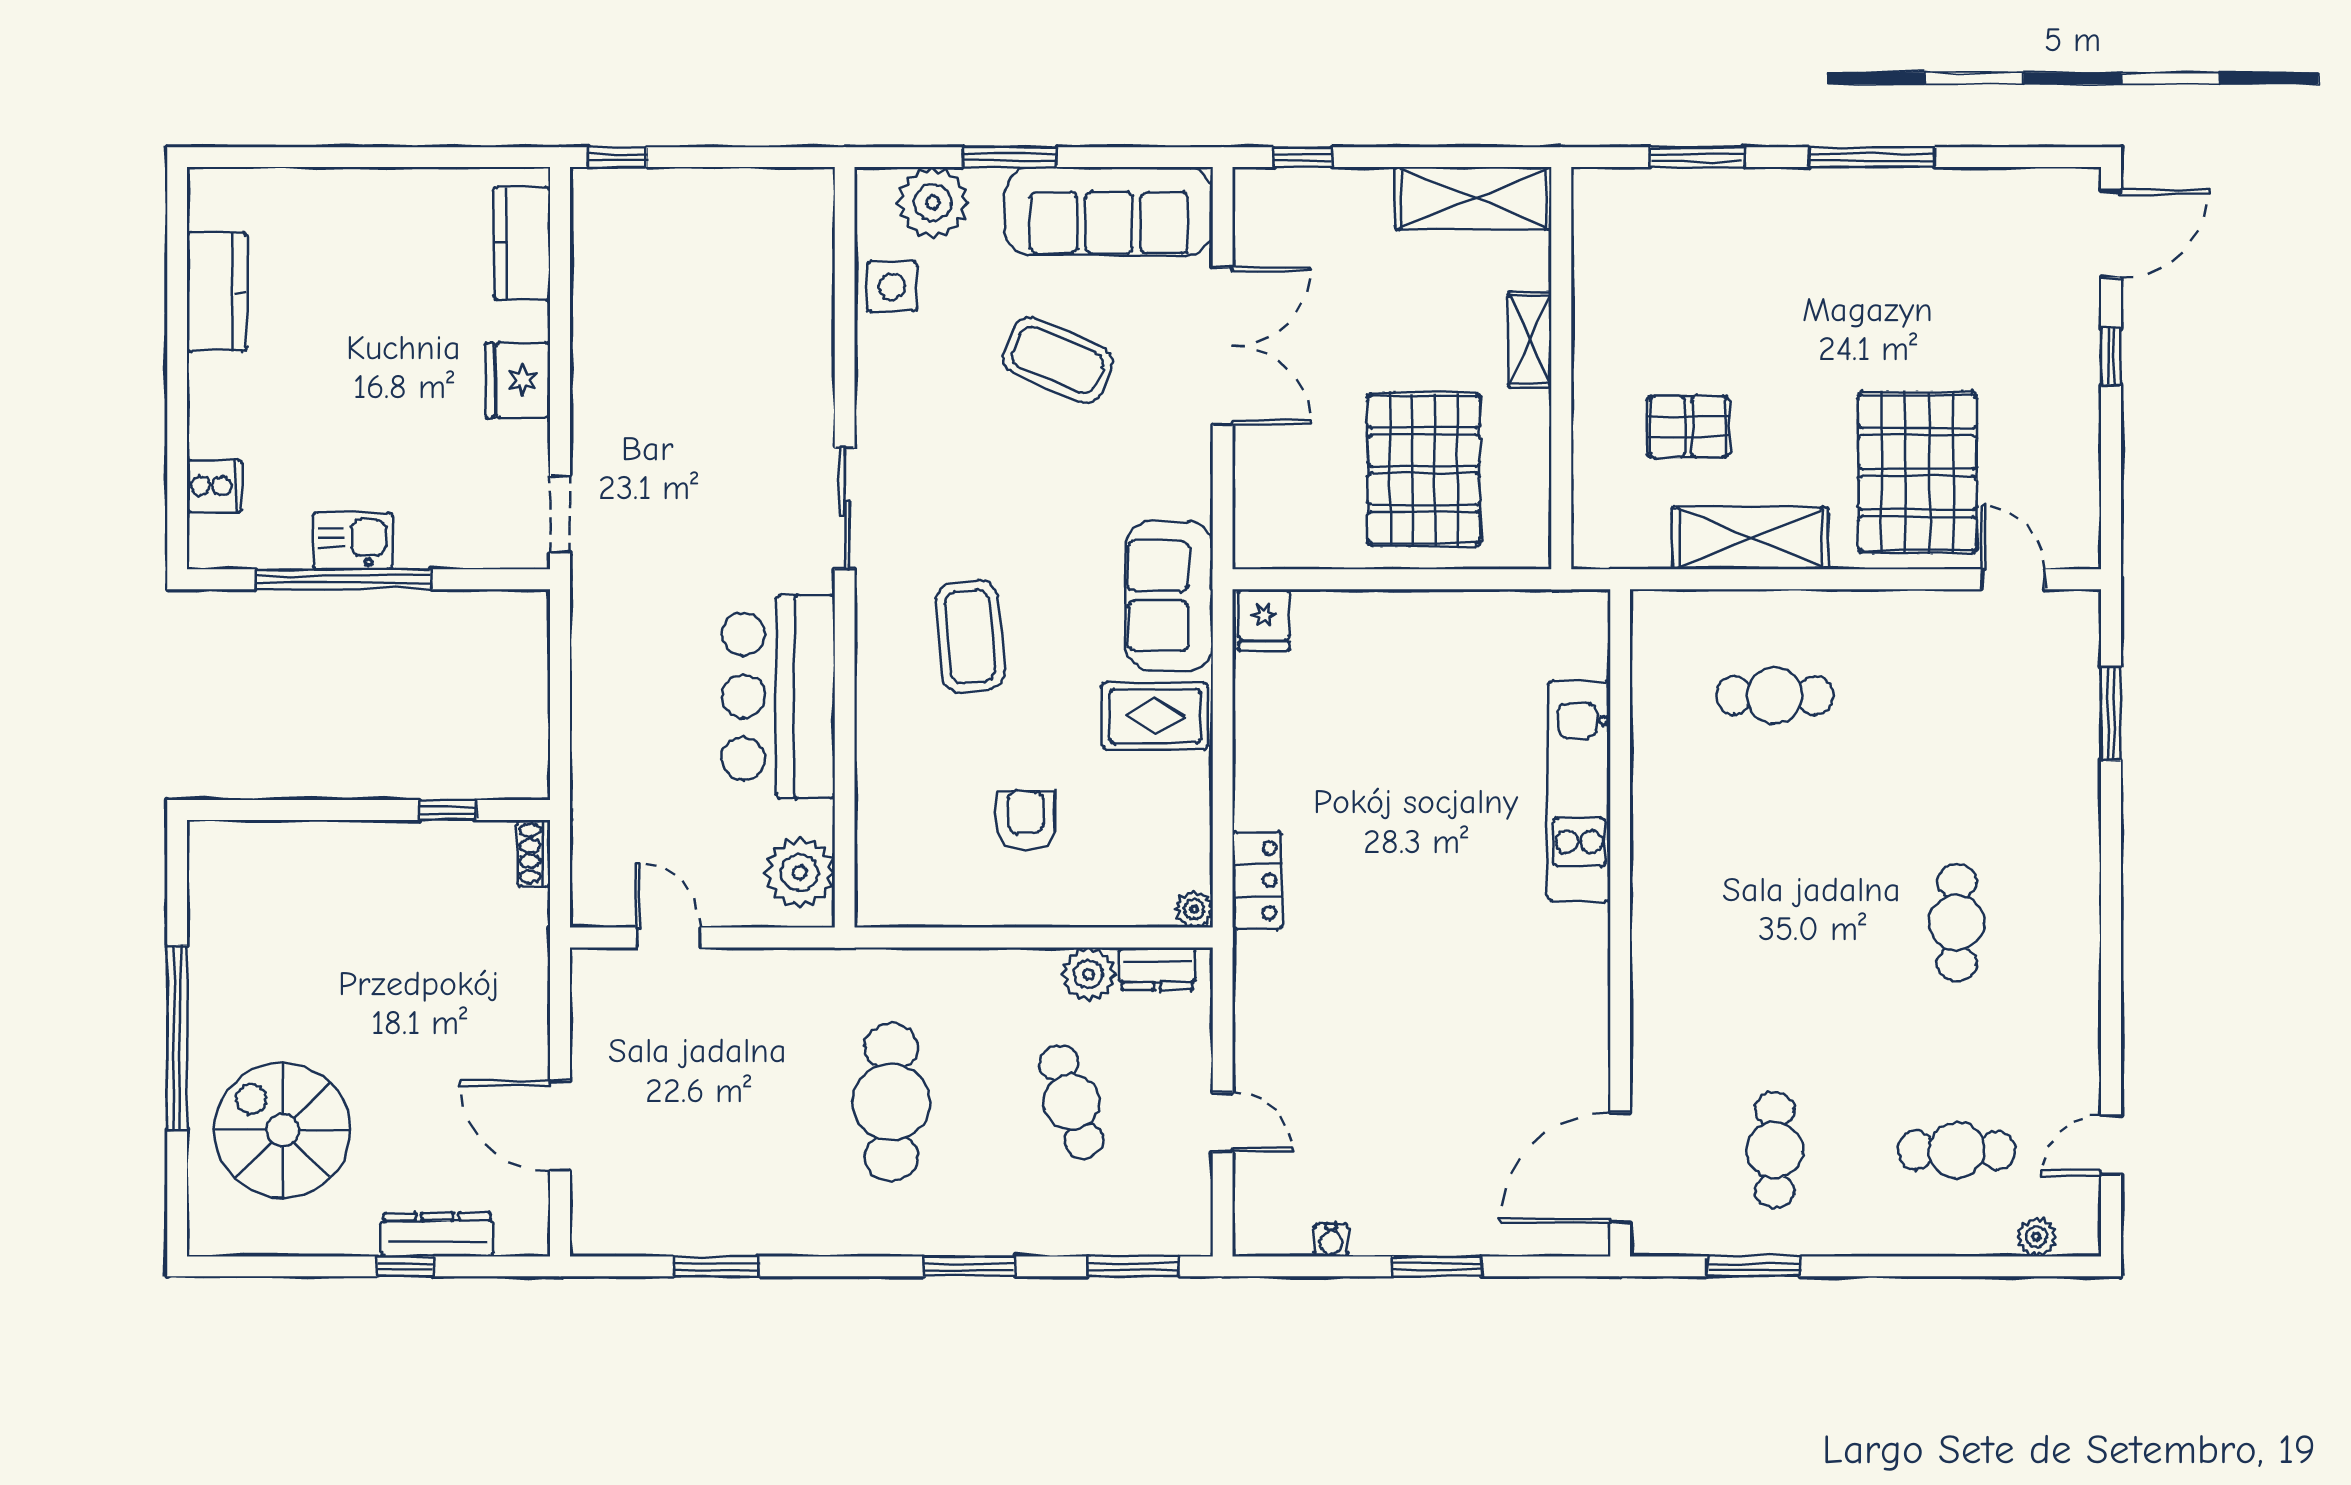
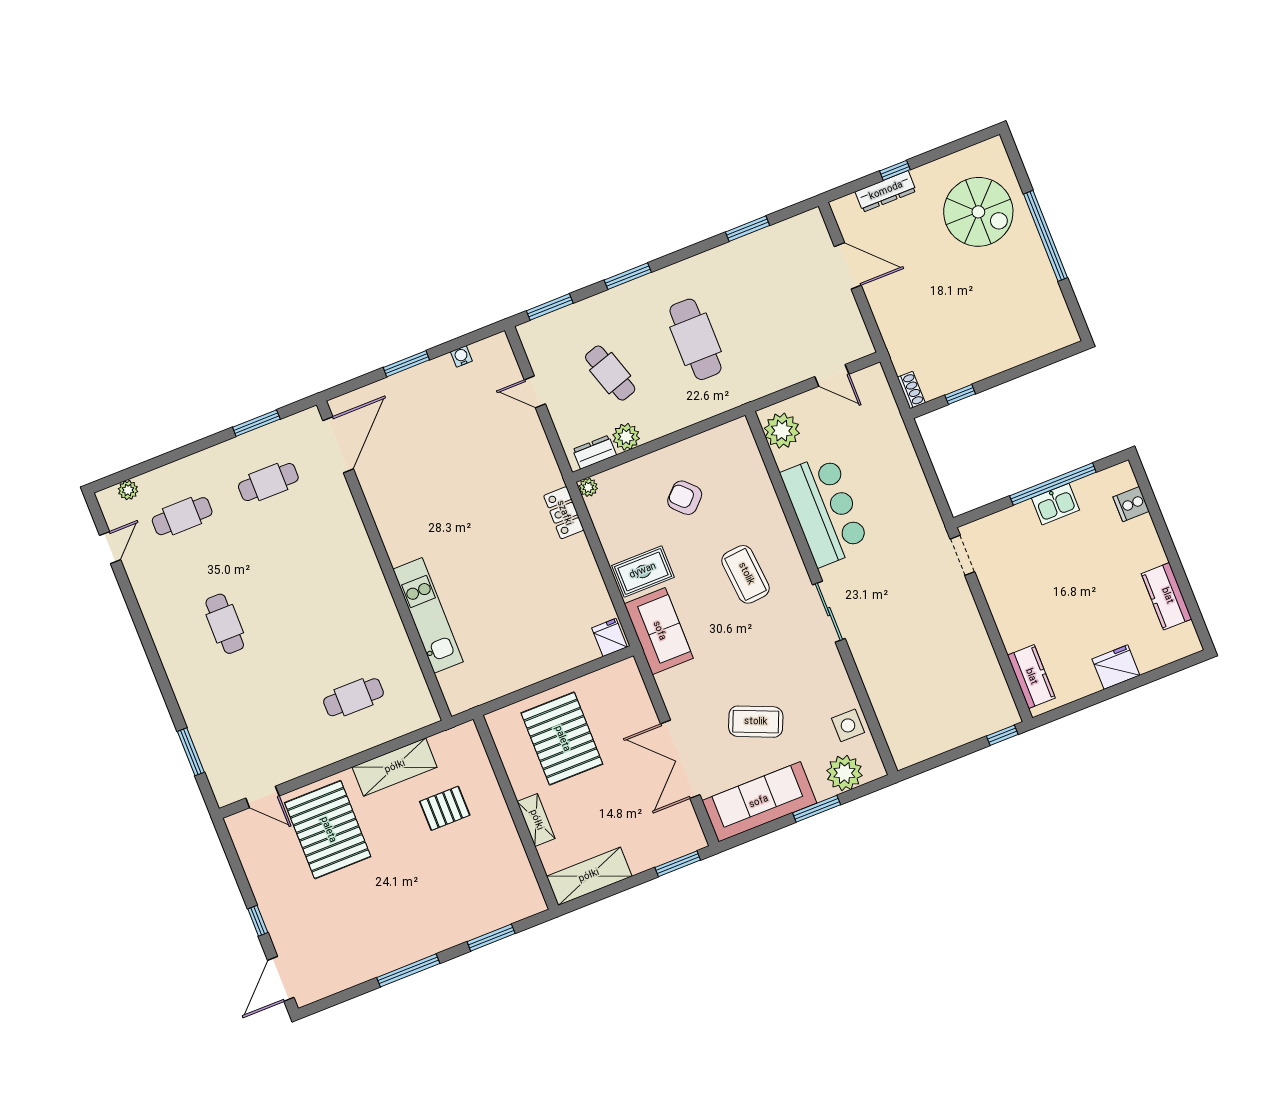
window: (1303, 157) -> (678, 864), width x1.50
fridge: (518, 380) -> (1116, 667), moved, turned -90
armchair: (1025, 821) -> (685, 498), turned 135
cafe table: (1775, 1150) -> (268, 482), turned 90

